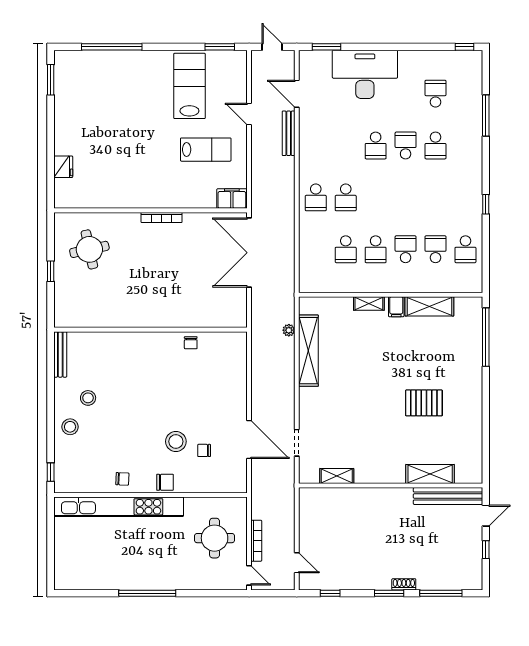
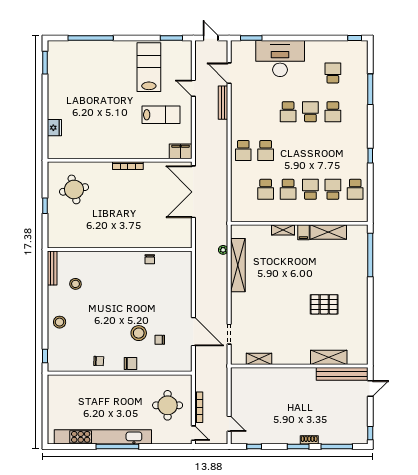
stool: (88, 398) -> (75, 284), moved
kitchen unit: (119, 507) -> (103, 437), moved, turned 180
window: (486, 550) -> (370, 433), moved

